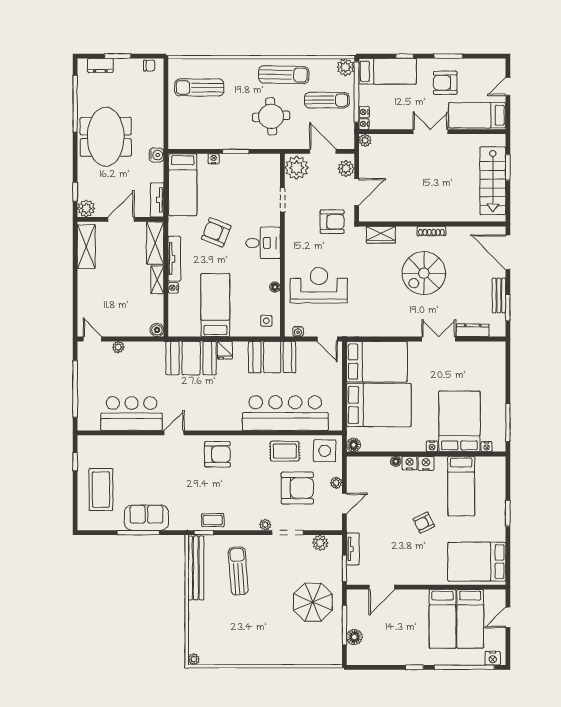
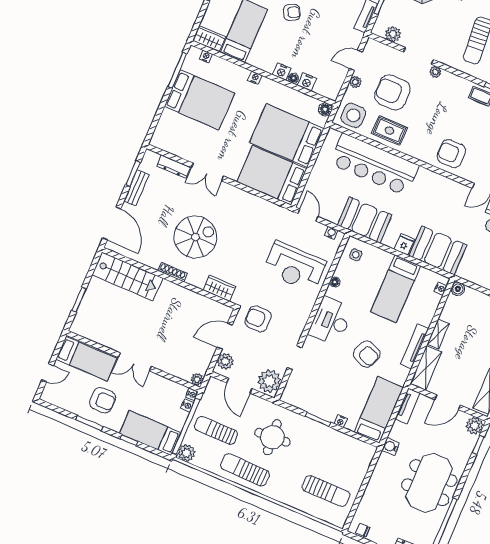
stairs: (493, 181) -> (128, 276), moved, turned 90
desk: (263, 243) -> (331, 321), width x1.37
nightstand: (173, 288) -> (441, 288), moved
bed: (459, 421) -> (199, 100), moved, turned -90
nightstand: (426, 463) -> (307, 82), moved
wardrobe: (490, 465) -> (209, 39), added

